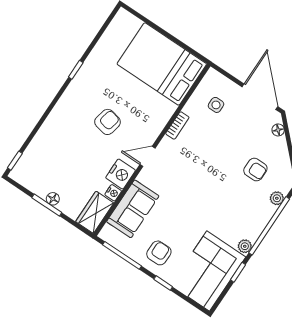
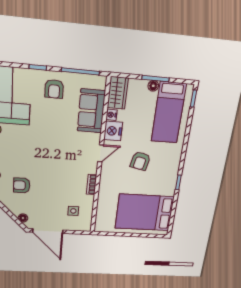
bed: (162, 64) -> (144, 213), moved, turned 180
bed: (49, 160) -> (169, 113), added

